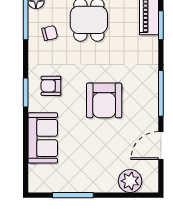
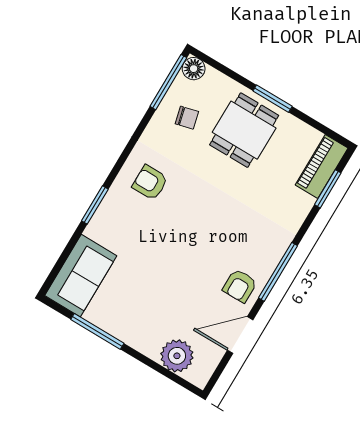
window: (26, 92) -> (95, 205), moved
armchair: (104, 100) -> (240, 286), moved, width x0.53, depth x0.53
sofa: (43, 138) -> (81, 276), moved

